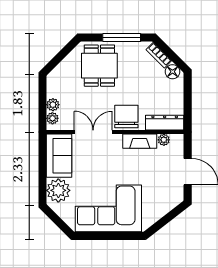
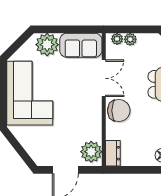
dresser: (165, 123) -> (113, 153), width x0.70
plant: (164, 140) -> (91, 152), width x1.88, depth x1.88
fireplace: (140, 141) -> (95, 123), removed

